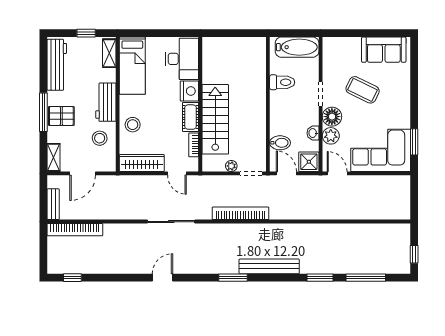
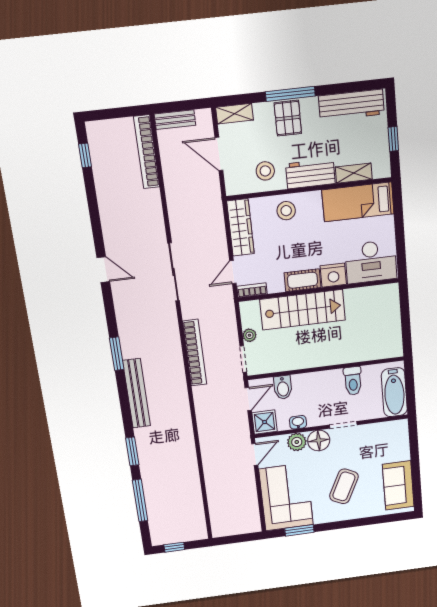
shelving: (109, 53) -> (354, 173), moved
coffee table: (363, 90) -> (344, 486), moved
bookcase: (194, 145) -> (252, 290), moved

